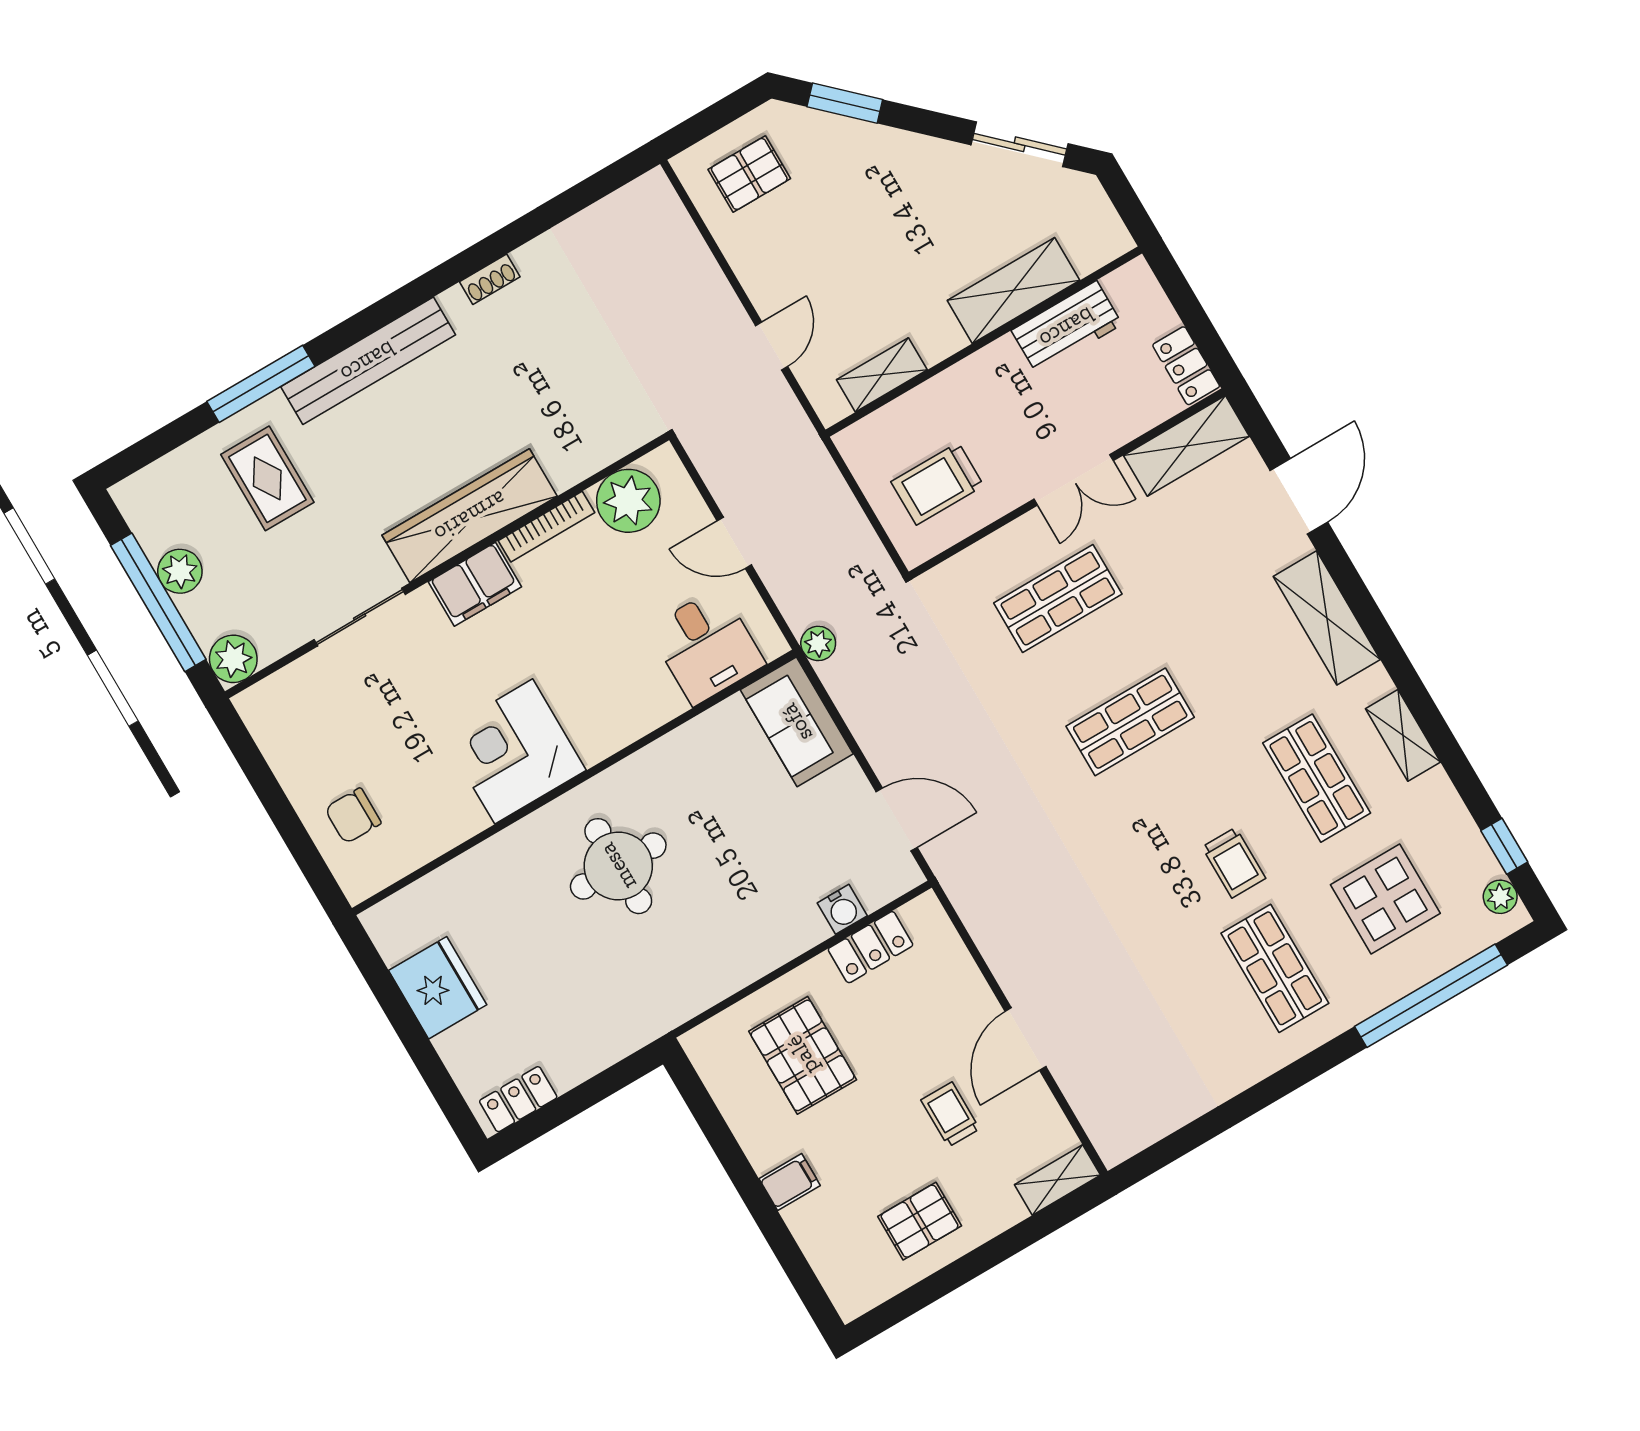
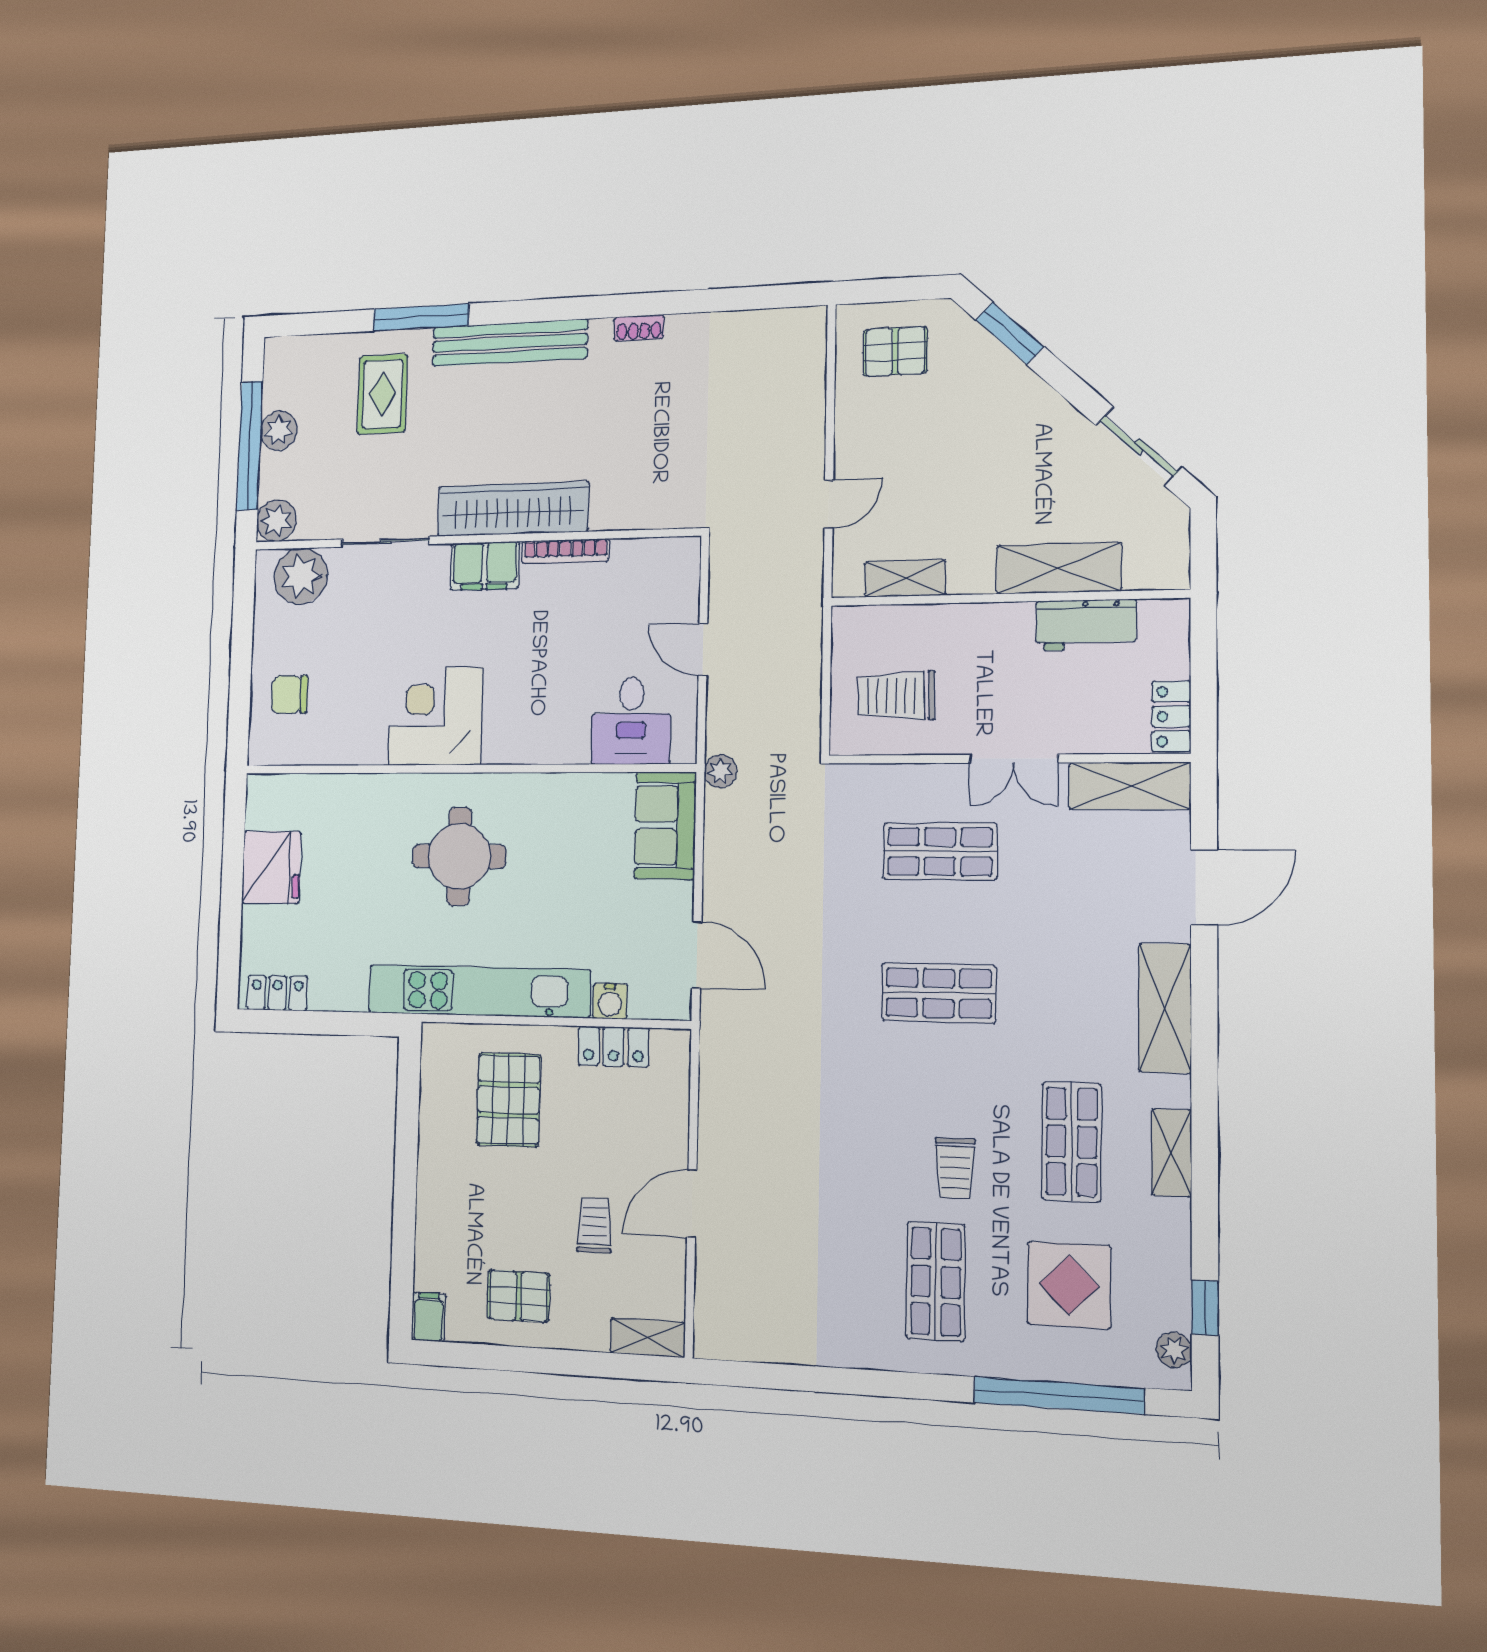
plant: (628, 501) -> (301, 576), moved
kitchen unit: (713, 977) -> (478, 991), added
filing cabinet: (790, 1182) -> (429, 1317), moved, turned -90

